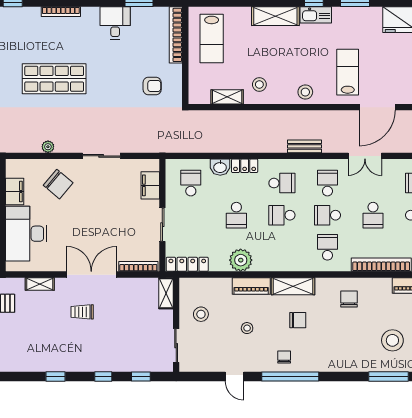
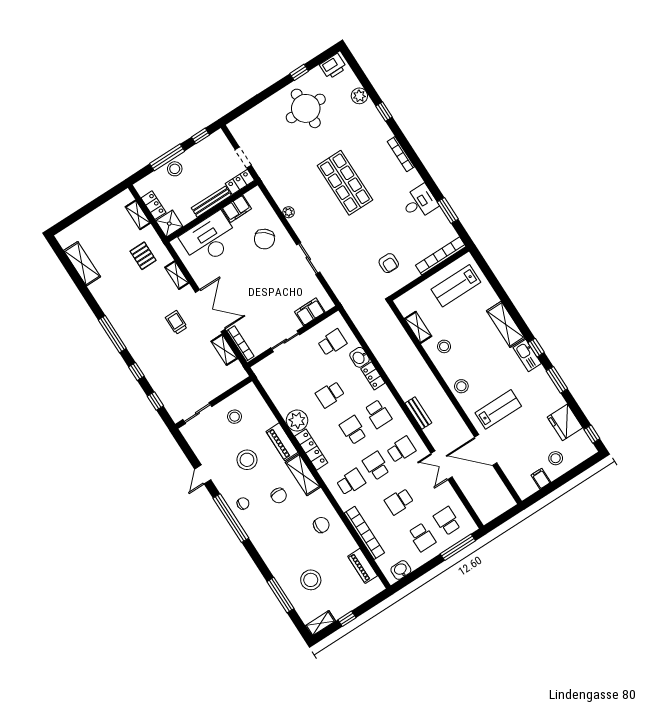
locker: (187, 264) -> (311, 450), moved
shelving: (166, 293) -> (224, 350), moved, turned 90
stool: (247, 328) -> (247, 460), width x1.89, depth x1.89
window: (56, 376) -> (112, 334), width x2.17

